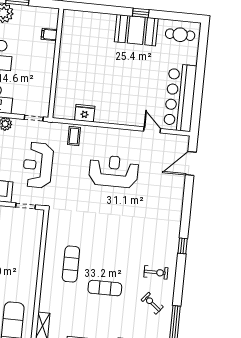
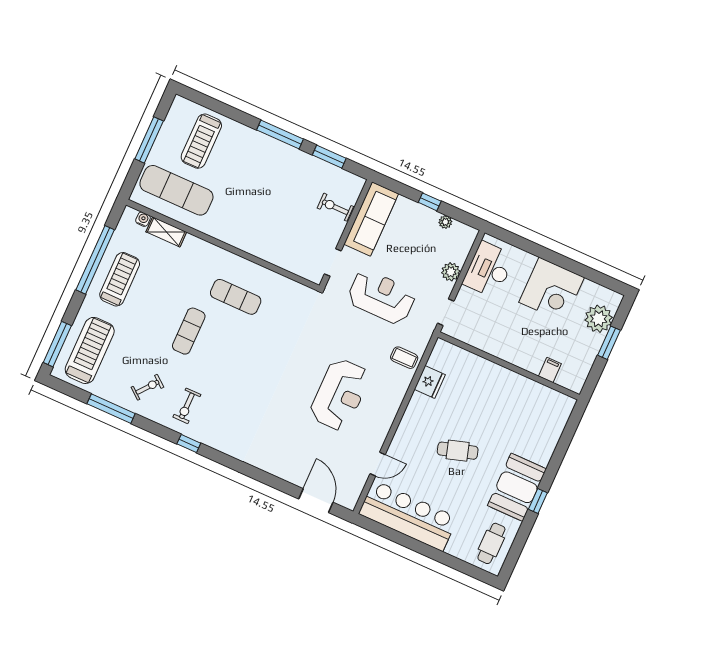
cafe table: (125, 79) -> (458, 451), added
window: (183, 246) -> (189, 444), moved

